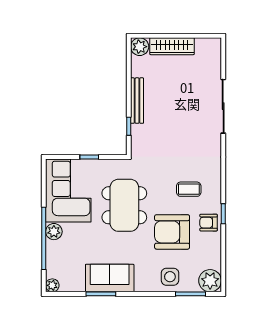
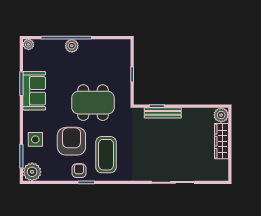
bench: (137, 101) -> (163, 113), moved
coffee table: (189, 189) -> (106, 155), width x1.86, depth x1.72
corner sofa: (68, 190) -> (105, 57), removed

